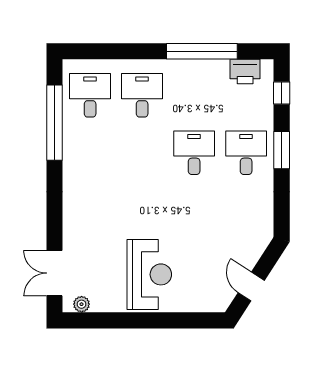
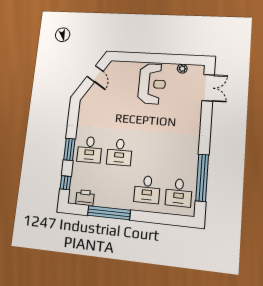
reception desk: (149, 274) -> (152, 84), turned 180
plant: (82, 304) -> (182, 69), moved

